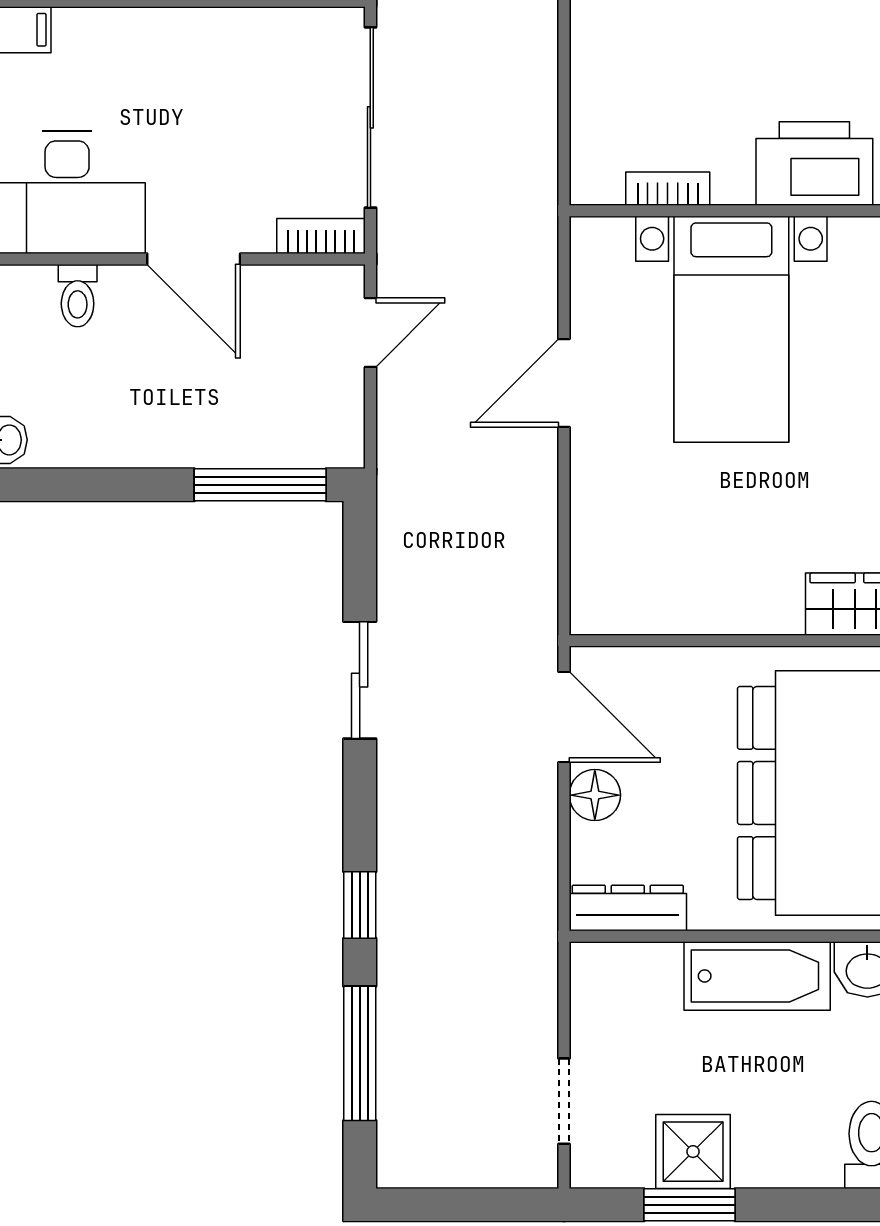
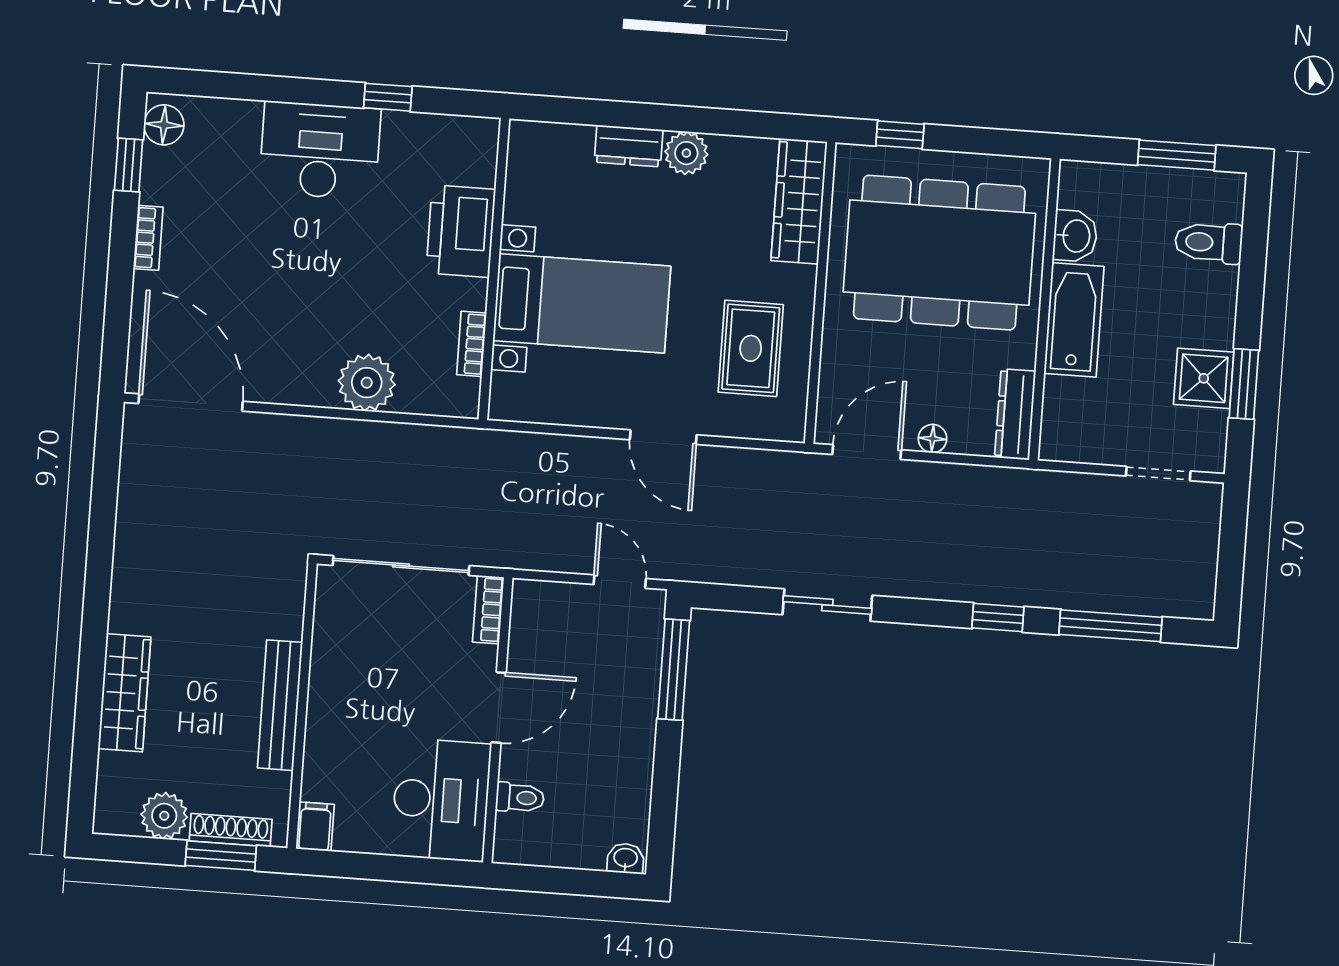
plant: (607, 55) -> (367, 383), added
door: (370, 333) -> (620, 582), moved
door: (564, 383) -> (663, 437), moved
rug: (689, 555) -> (751, 348), added
floor lamp: (595, 795) -> (933, 439), width x0.73, depth x0.73

